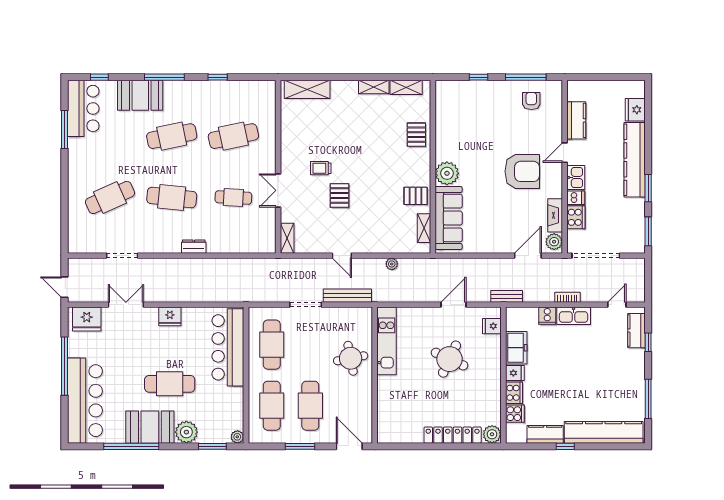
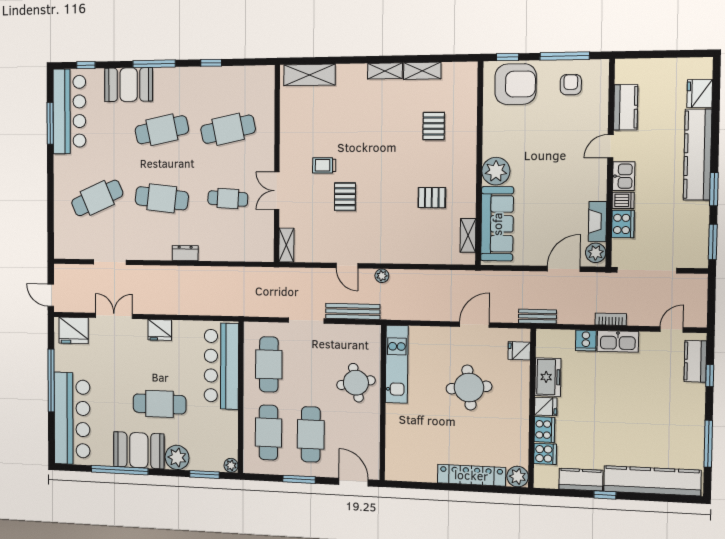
bar counter: (83, 108) -> (69, 111), width x1.36
wall: (433, 167) -> (479, 164), moved
armchair: (522, 171) -> (516, 84), moved
plant: (447, 173) -> (496, 171), moved
sofa: (449, 218) -> (497, 224), moved
shelving: (424, 228) -> (468, 235), moved
plant: (392, 264) -> (382, 276), moved
round table: (449, 359) -> (469, 388), turned -31

